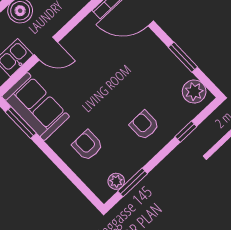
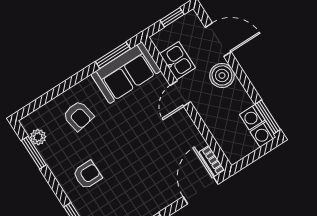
armchair: (87, 145) -> (78, 116), turned 80

